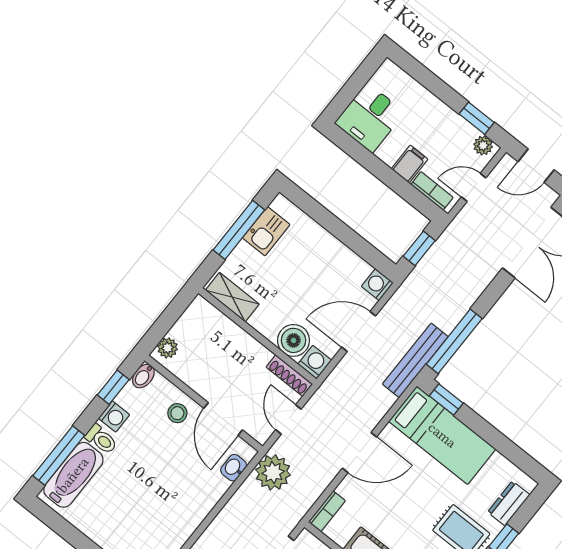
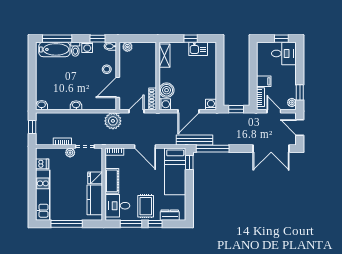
window: (361, 77) -> (281, 39), added
desk: (370, 118) -> (284, 53), moved, turned 180
window: (239, 230) -> (191, 39), width x0.46
door: (359, 332) -> (189, 111), swing flipped
washbasin: (234, 468) -> (76, 105), moved

